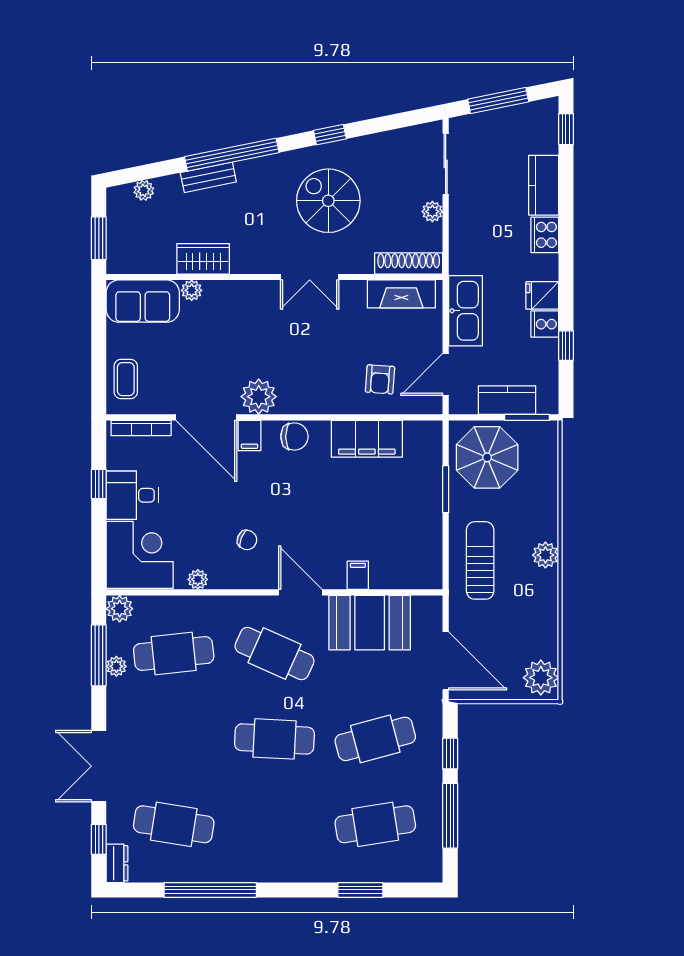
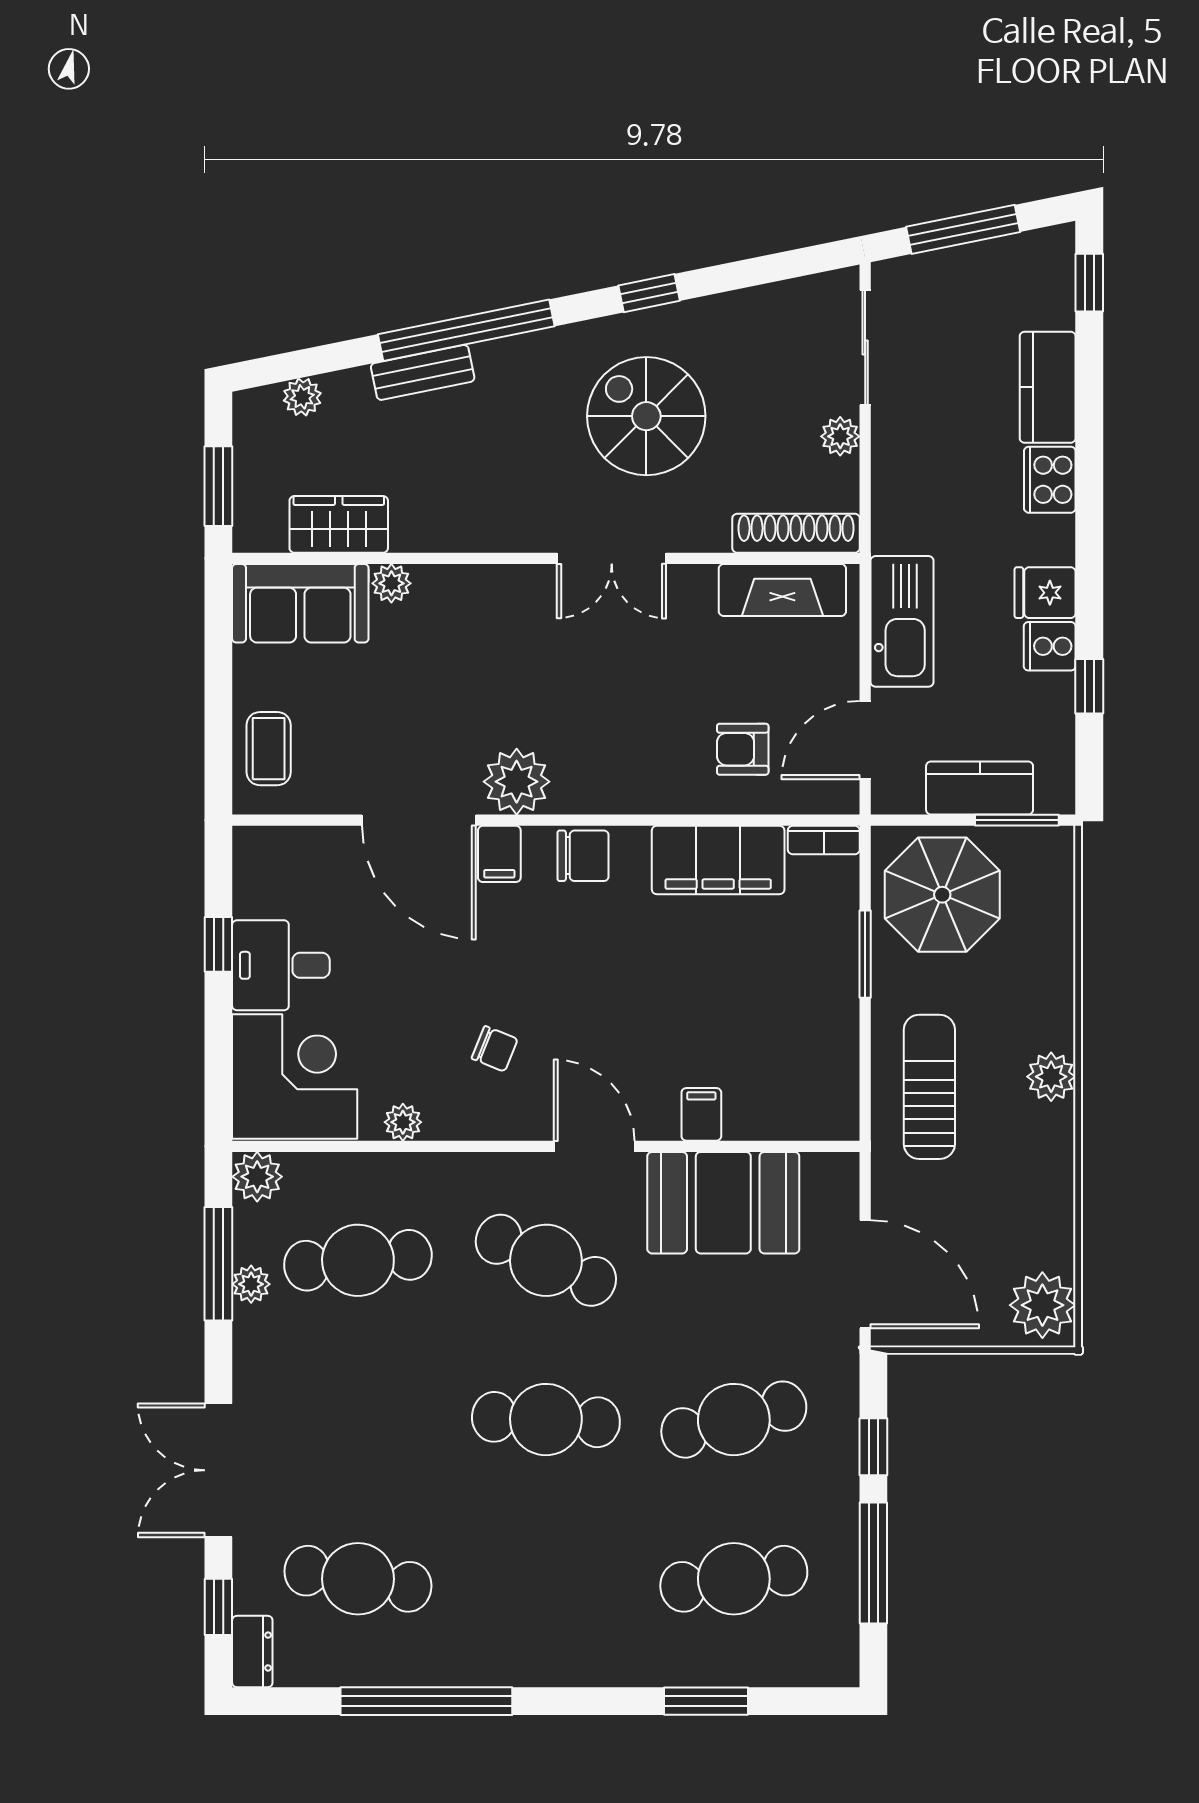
wardrobe: (203, 259) -> (339, 524), moved
armchair: (380, 379) -> (743, 749), turned 86
bookcase: (141, 428) -> (824, 840), moved, width x0.64

